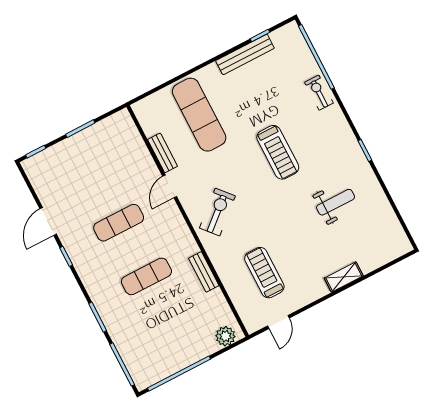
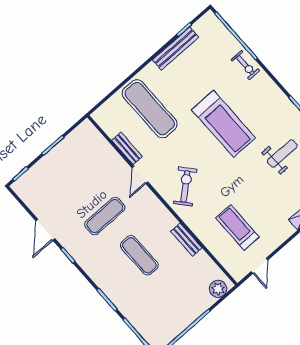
exercise bike: (319, 93) -> (245, 65), turned 180
treadmill: (278, 152) -> (223, 124), width x1.37, depth x1.38
exercise mat: (146, 276) -> (139, 255), turned 90

